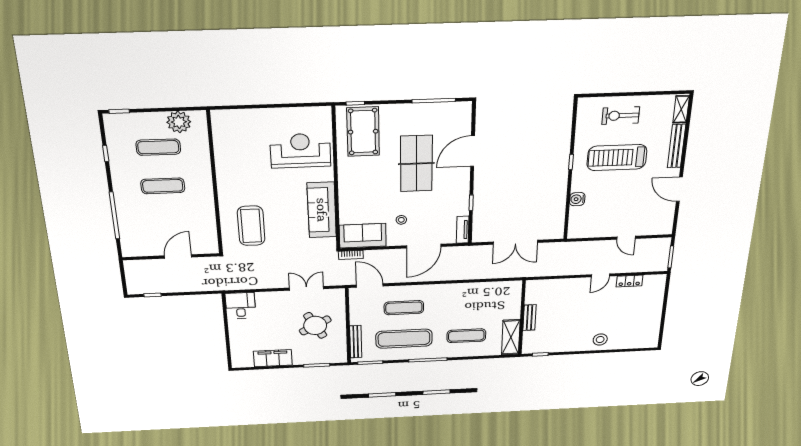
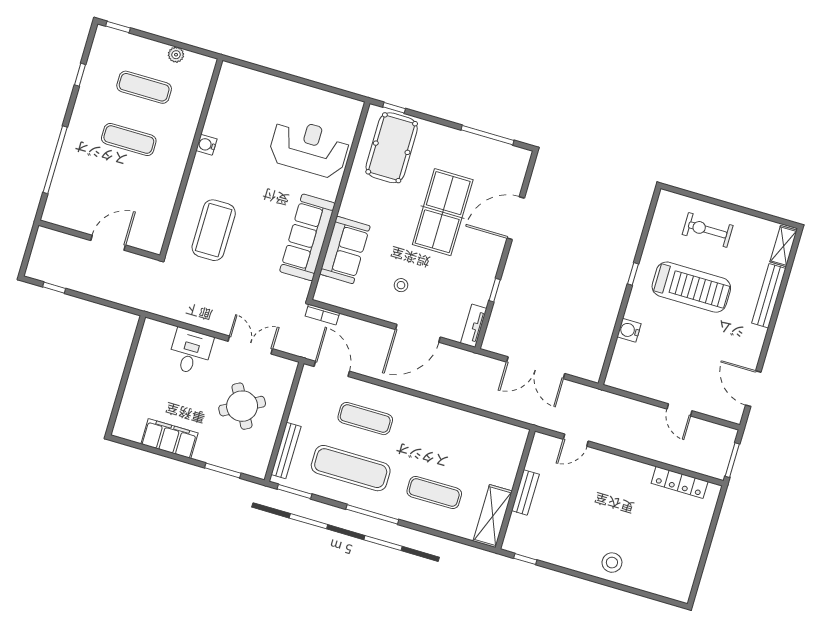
plant: (179, 122) -> (176, 55), width x0.53, depth x0.53
treadmill: (617, 158) -> (691, 287), turned 180
water cooler: (222, 172) -> (206, 145), added
door: (679, 189) -> (753, 389), moved
sofa: (363, 236) -> (345, 250), moved, turned 90
door: (600, 275) -> (576, 440), moved
locker: (629, 281) -> (680, 482), width x1.53
desk: (241, 306) -> (190, 352), moved

